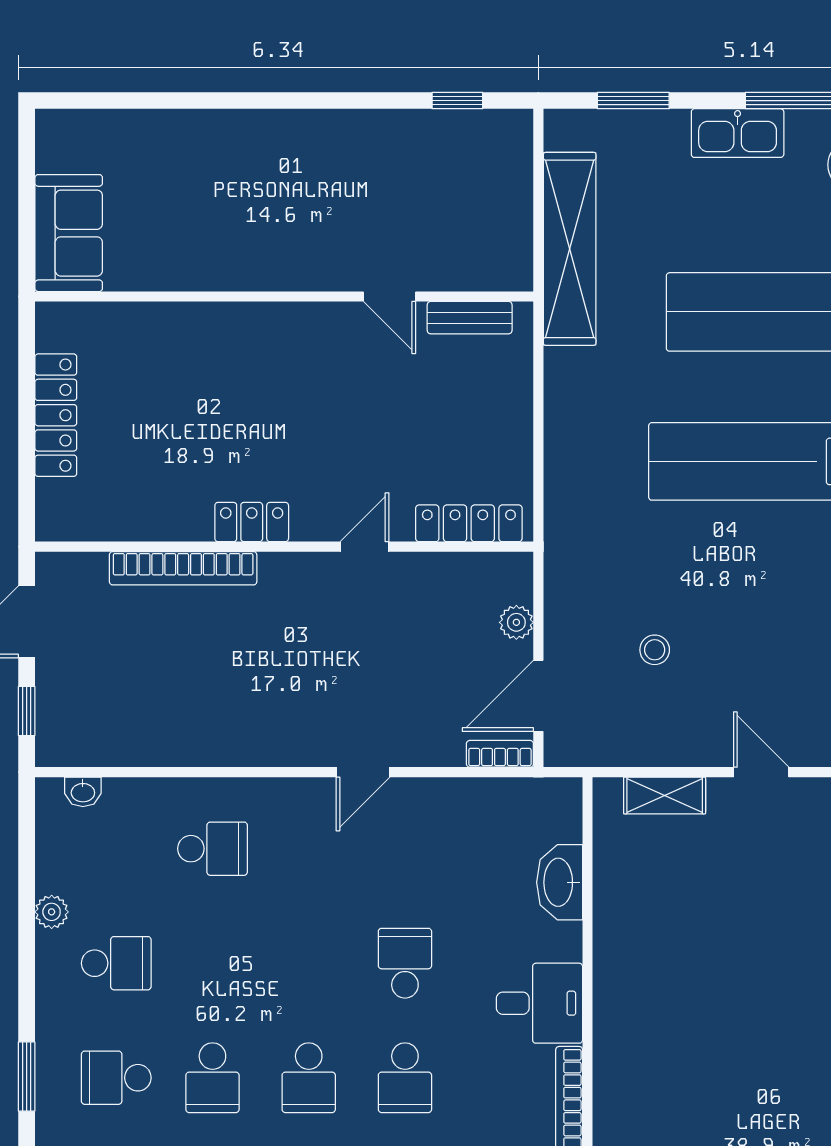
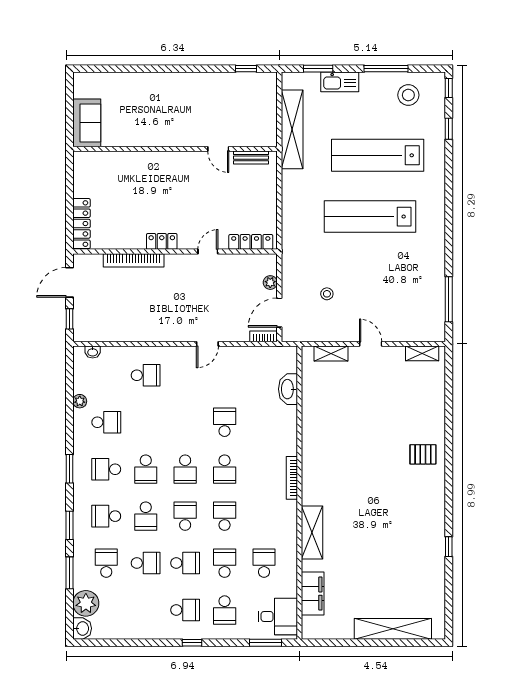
kitchen sink: (738, 133) -> (340, 82), moved
locker: (56, 415) -> (81, 224), moved
desk: (539, 1003) -> (280, 439), removed

